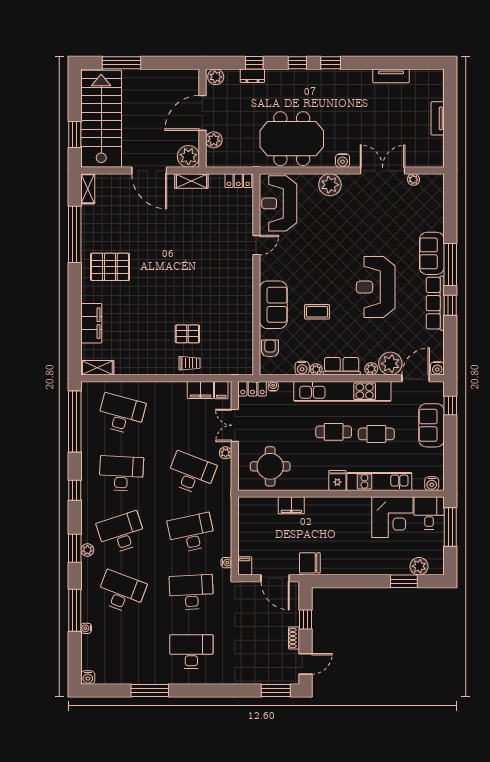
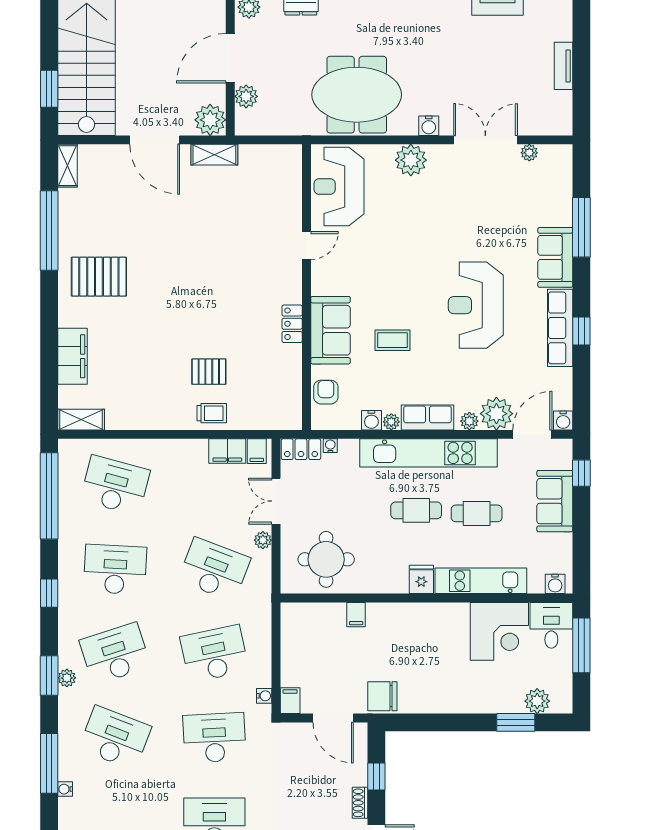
locker: (238, 181) -> (292, 324), moved, turned 90
window: (450, 264) -> (581, 227), moved
filing cabinet: (291, 505) -> (356, 615), width x0.50

